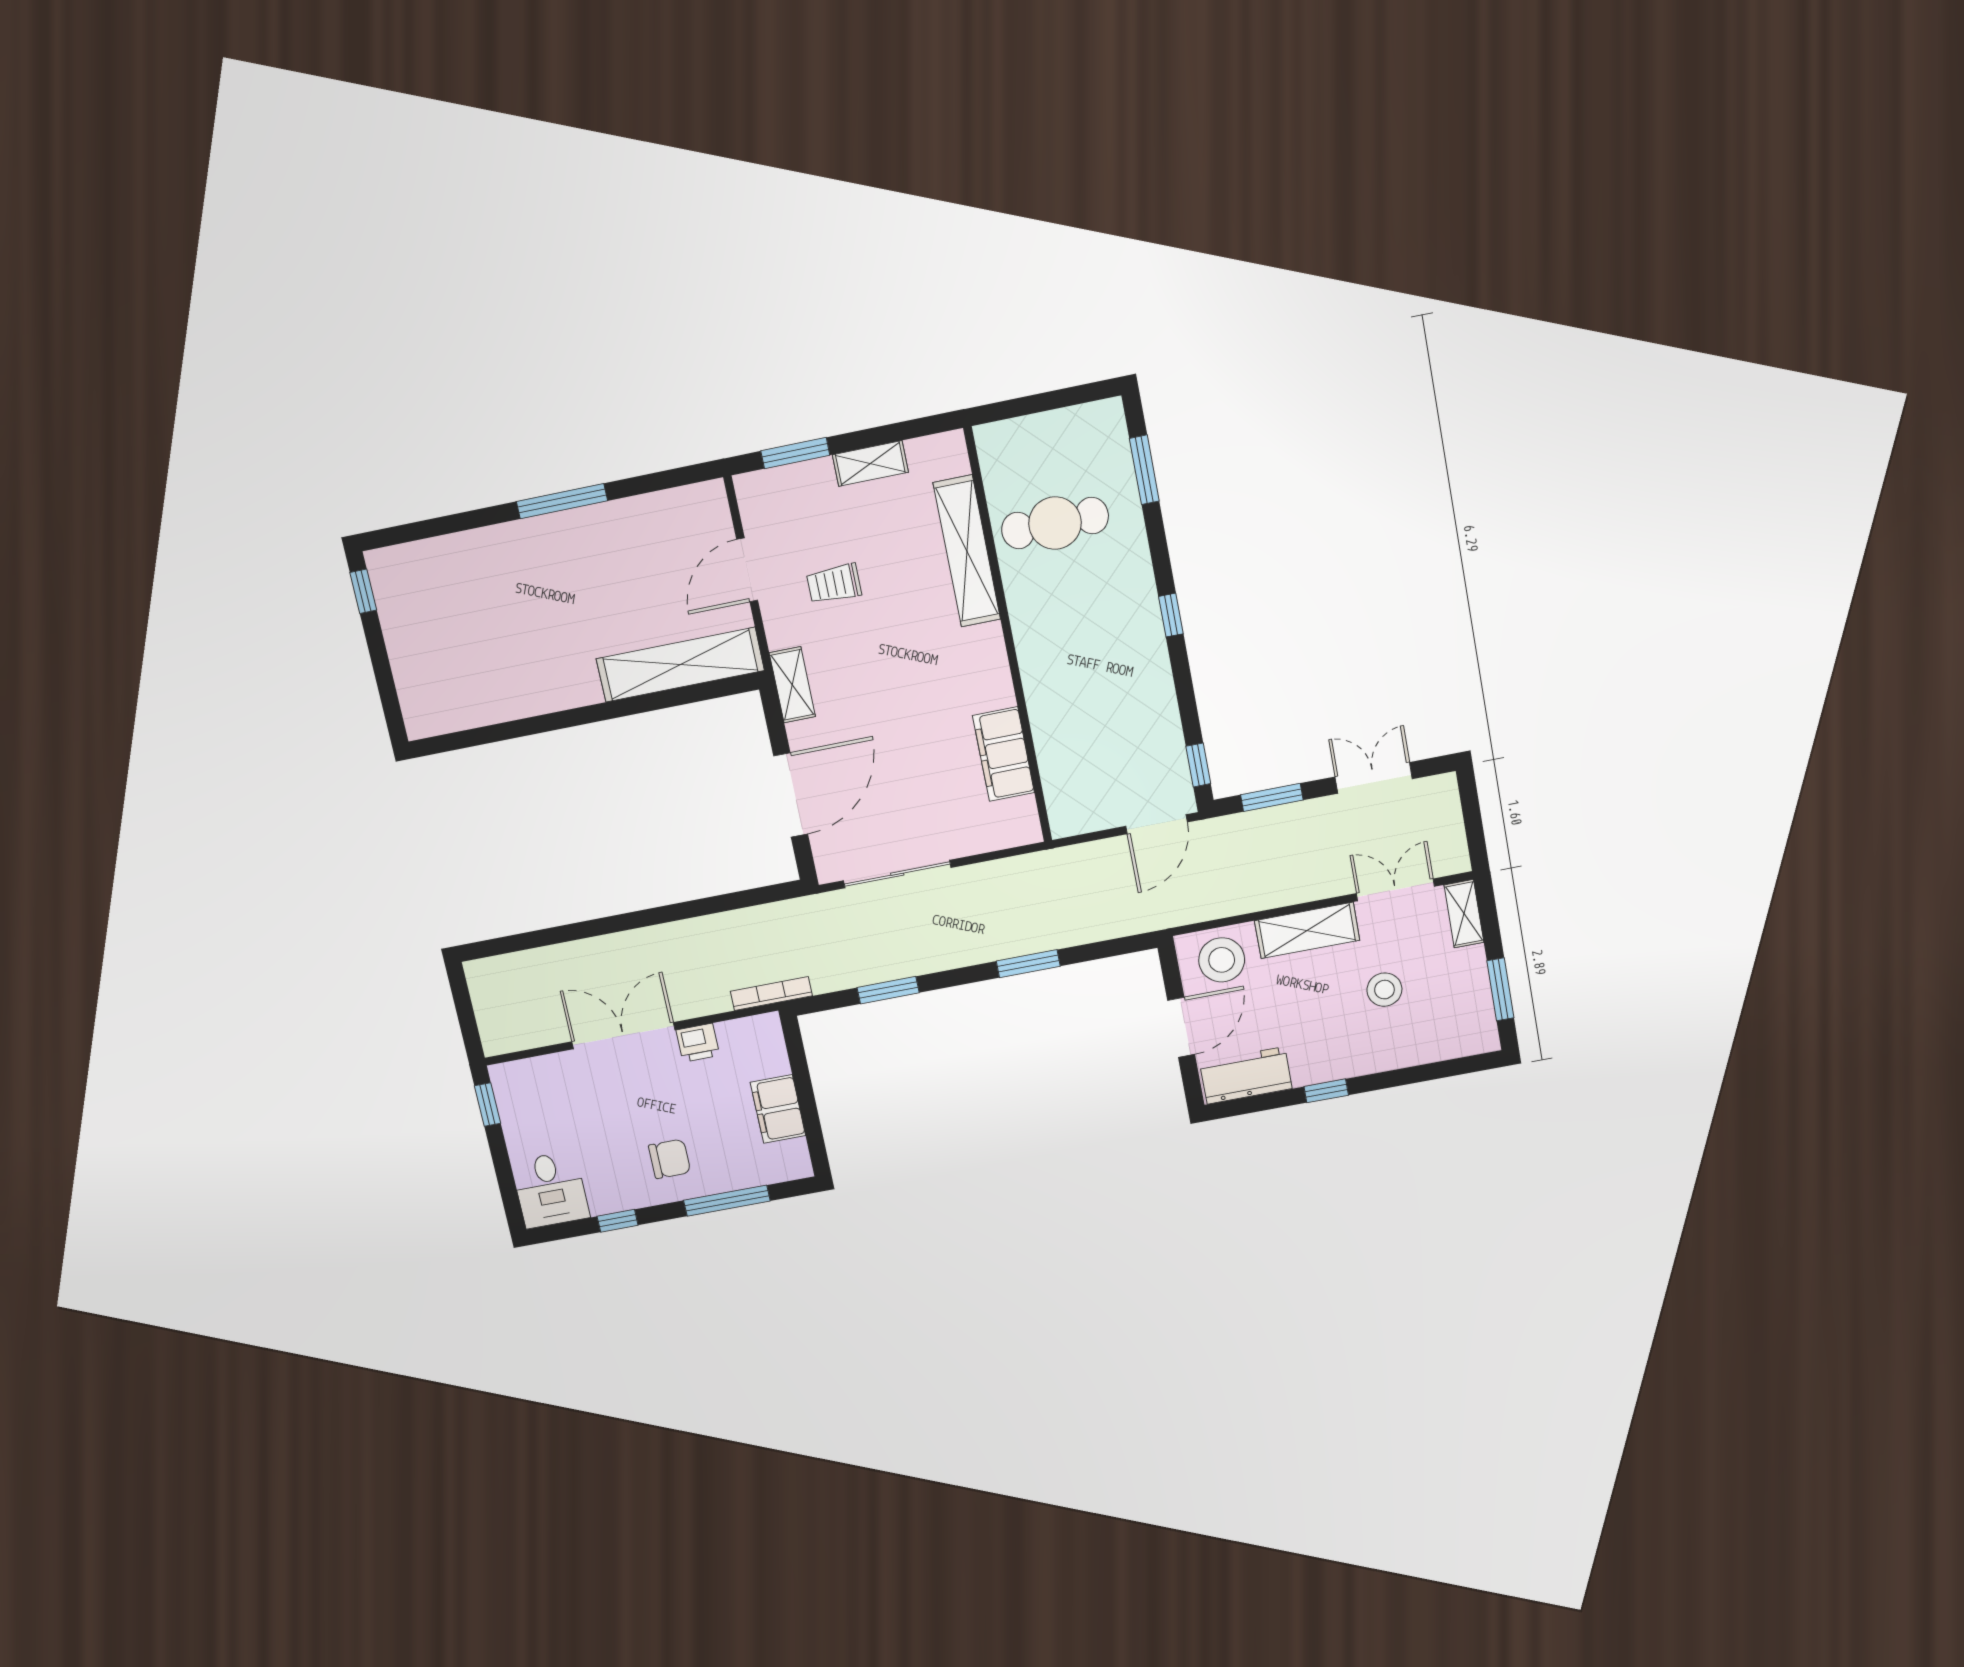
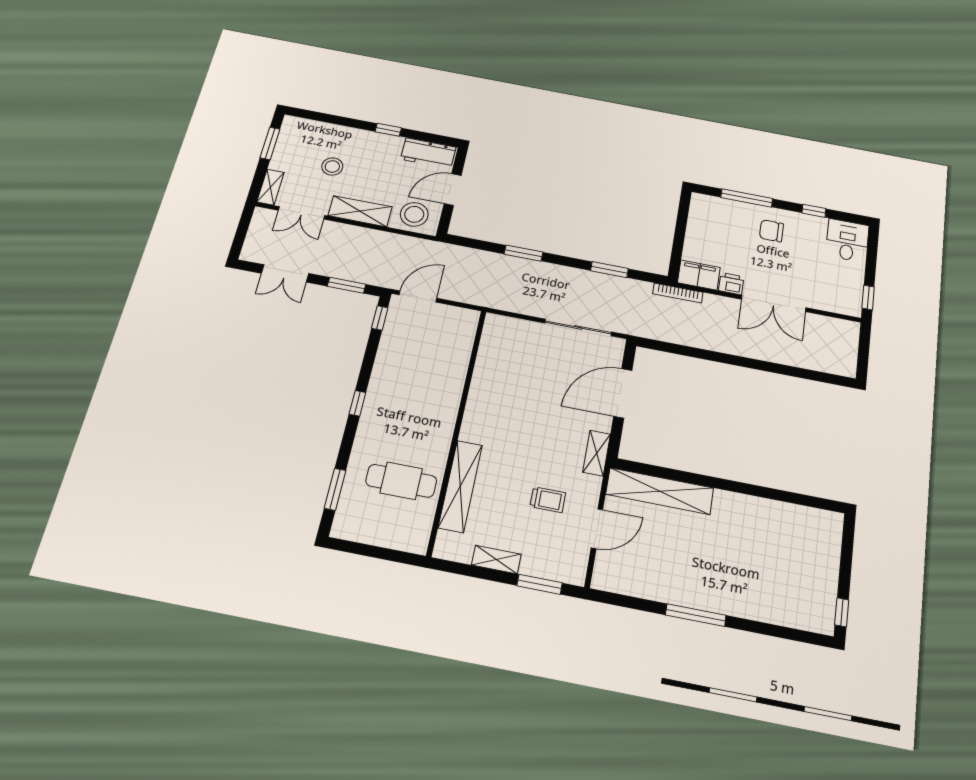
filing cabinet: (1004, 754) -> (488, 367), removed
filing cabinet: (778, 1109) -> (699, 275), moved, turned -90

